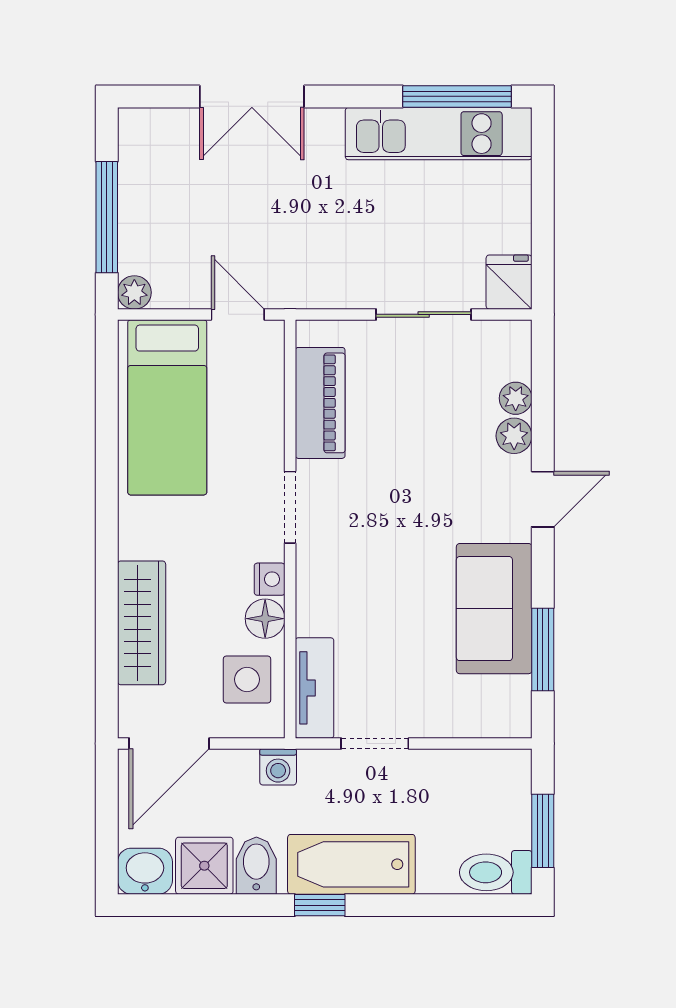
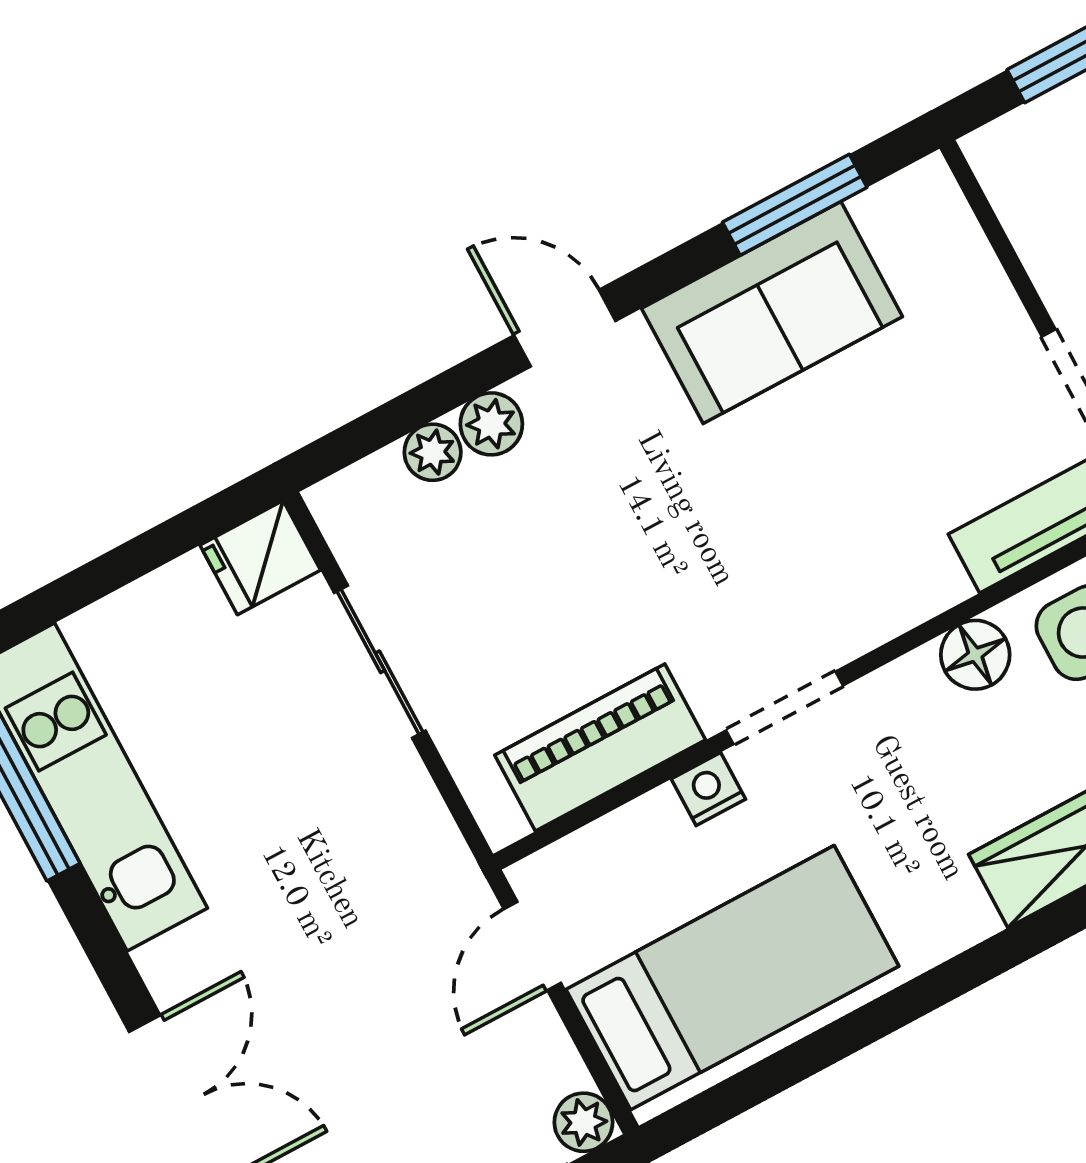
nightstand: (270, 579) -> (708, 789), moved

